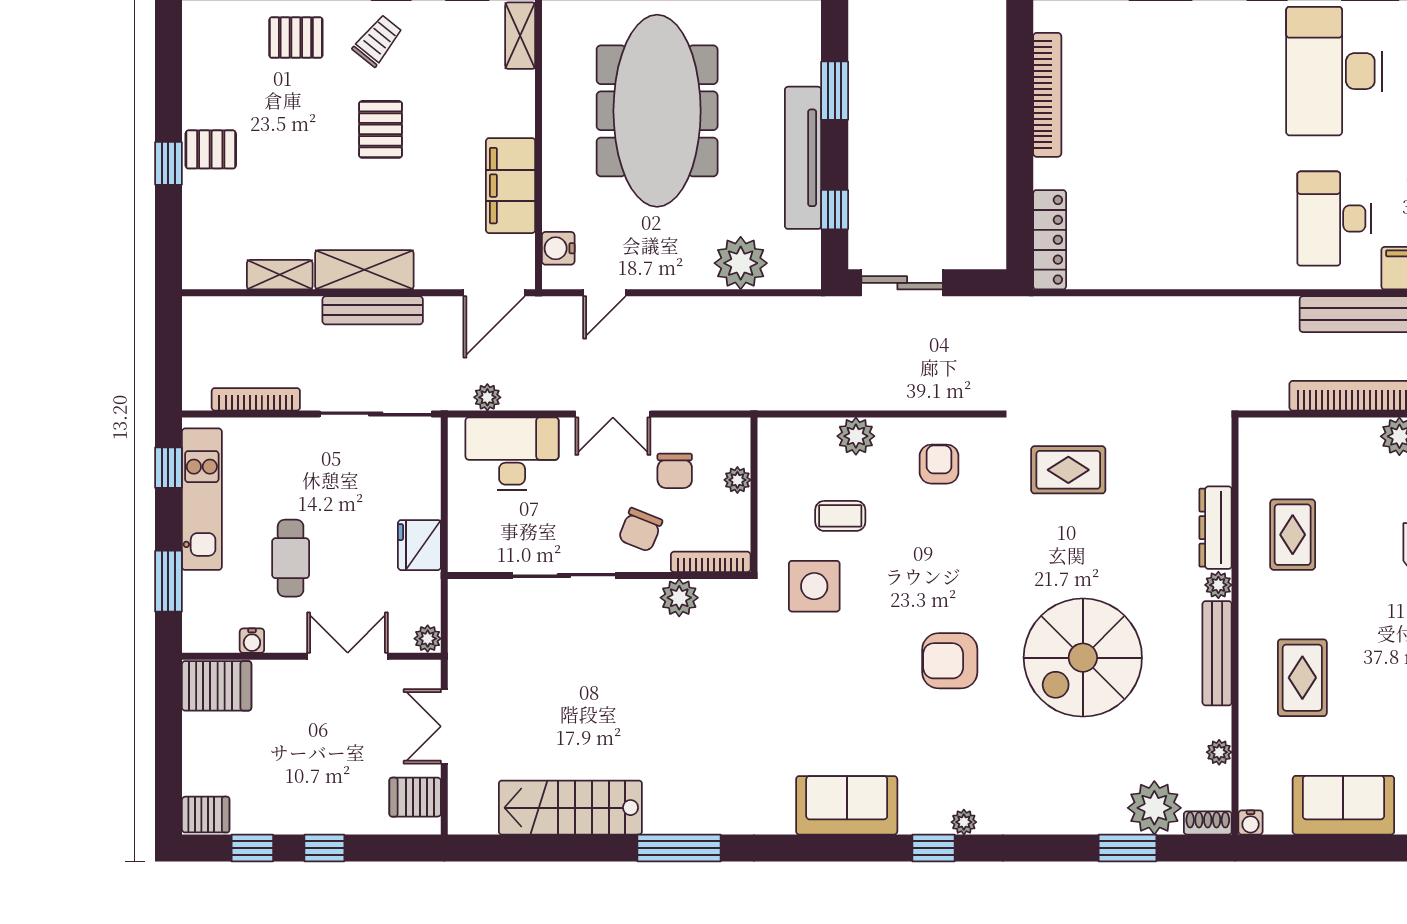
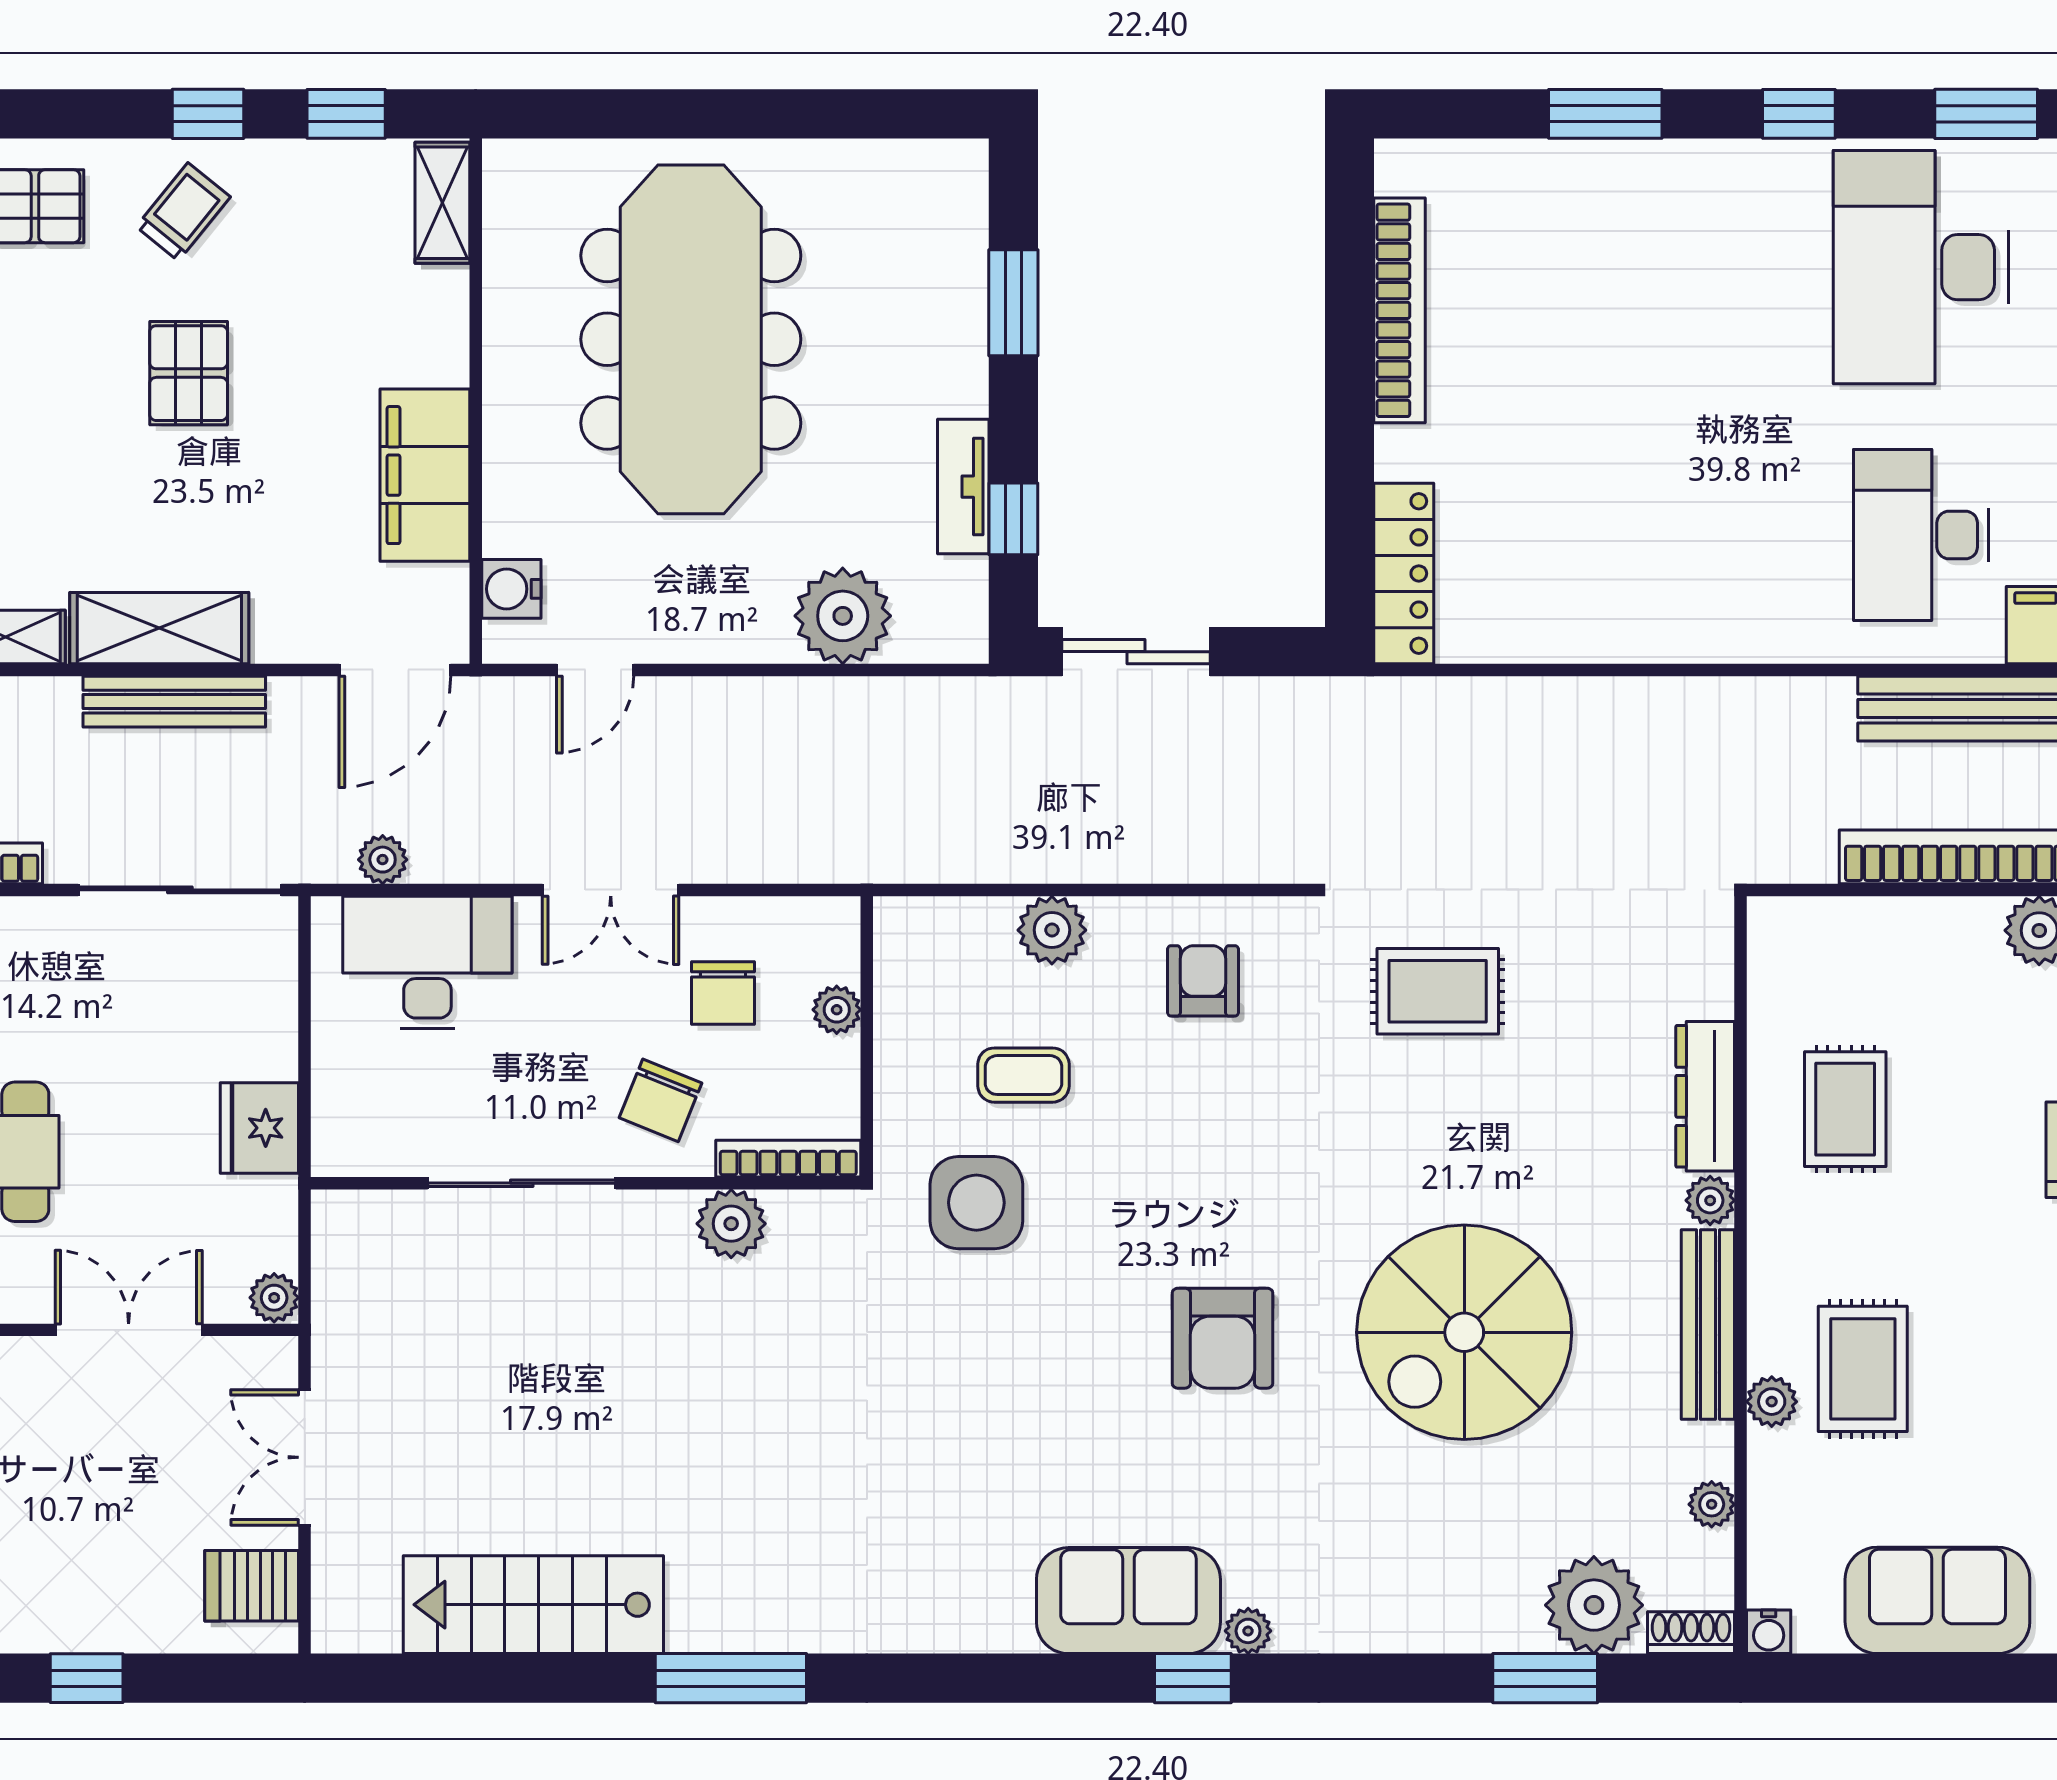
tv unit: (803, 158) -> (963, 487), width x0.52, depth x0.78
armchair: (950, 661) -> (1222, 1338), turned -90
plant: (1252, 696) -> (1772, 1402), added
sofa: (847, 805) -> (1128, 1601), moved

